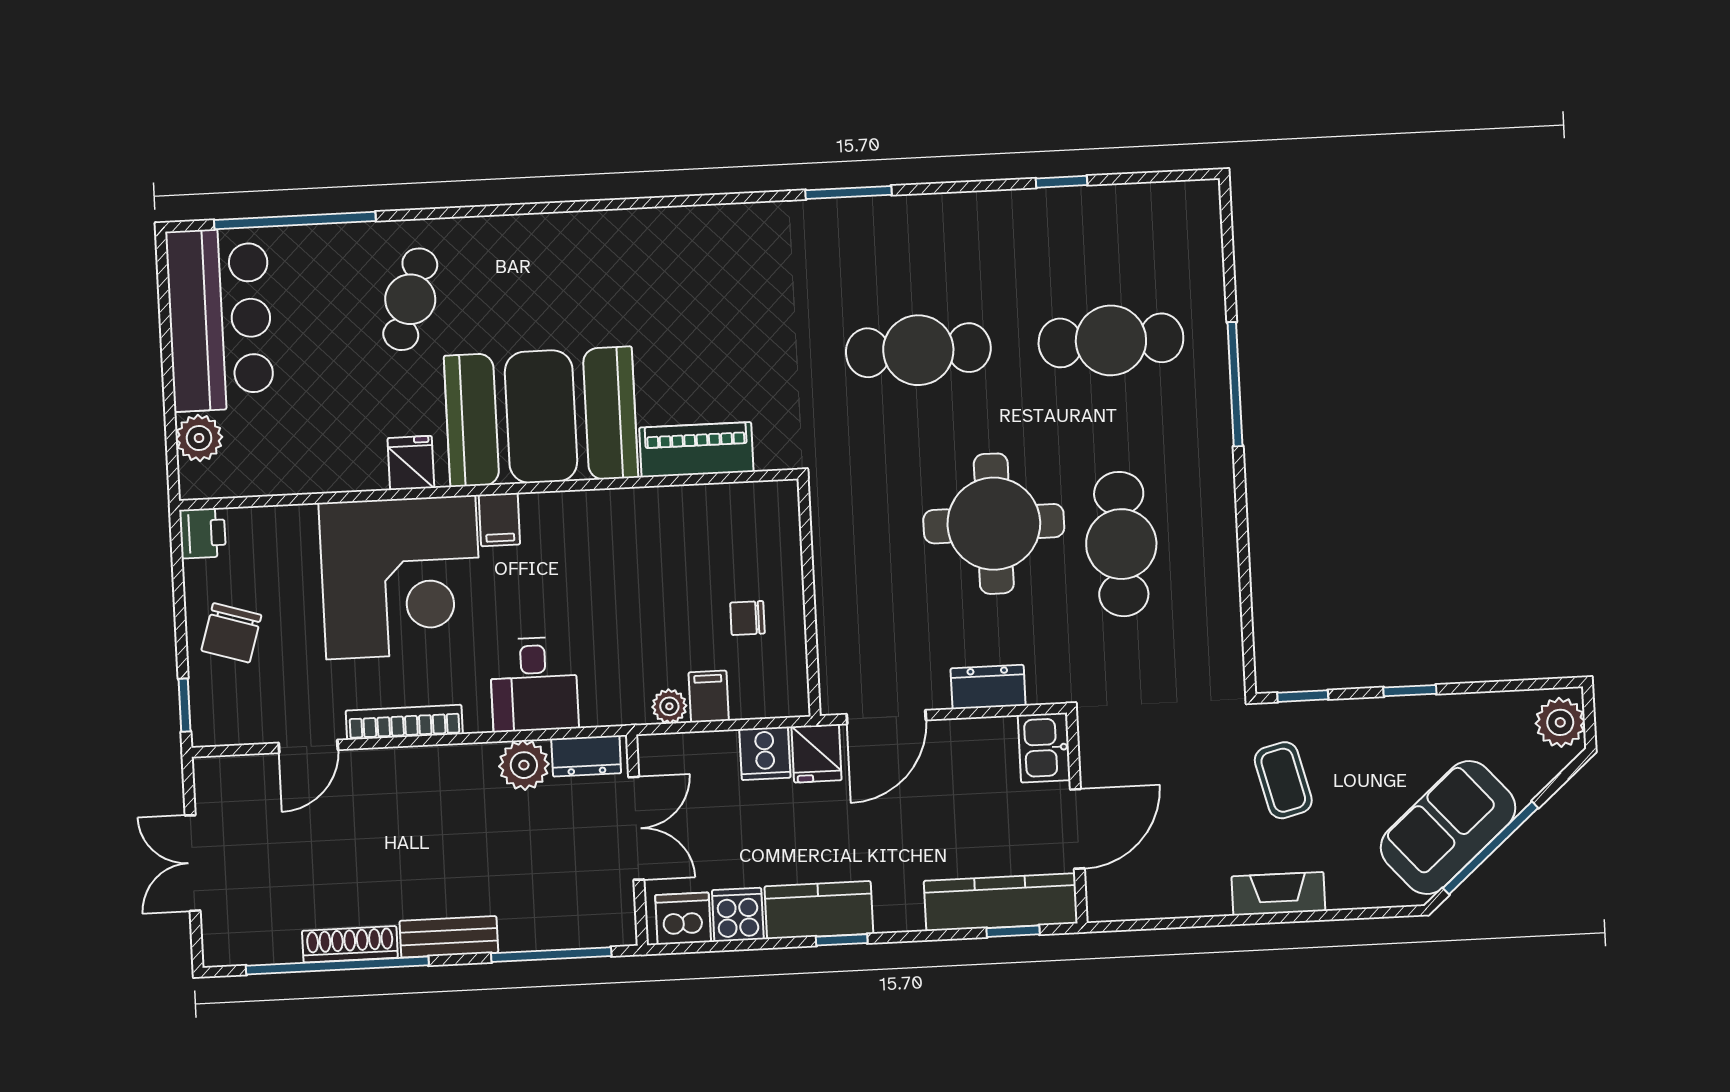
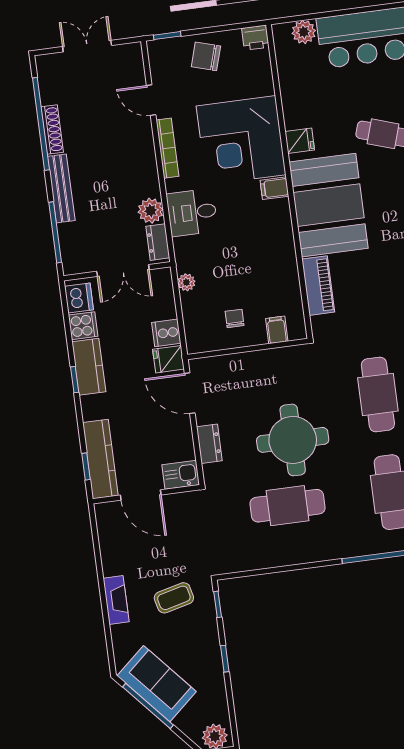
filing cabinet: (709, 696) -> (277, 330), moved, turned -90
bench: (449, 937) -> (61, 188), width x1.36

